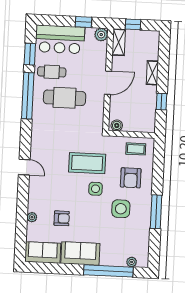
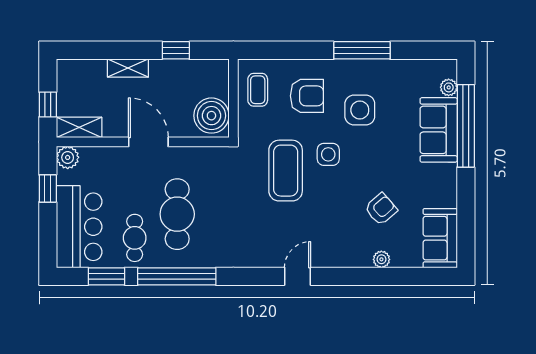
boiler: (117, 125) -> (211, 116), width x1.86, depth x1.86
armchair: (62, 218) -> (381, 209), turned 49
sofa: (80, 253) -> (439, 130), moved

